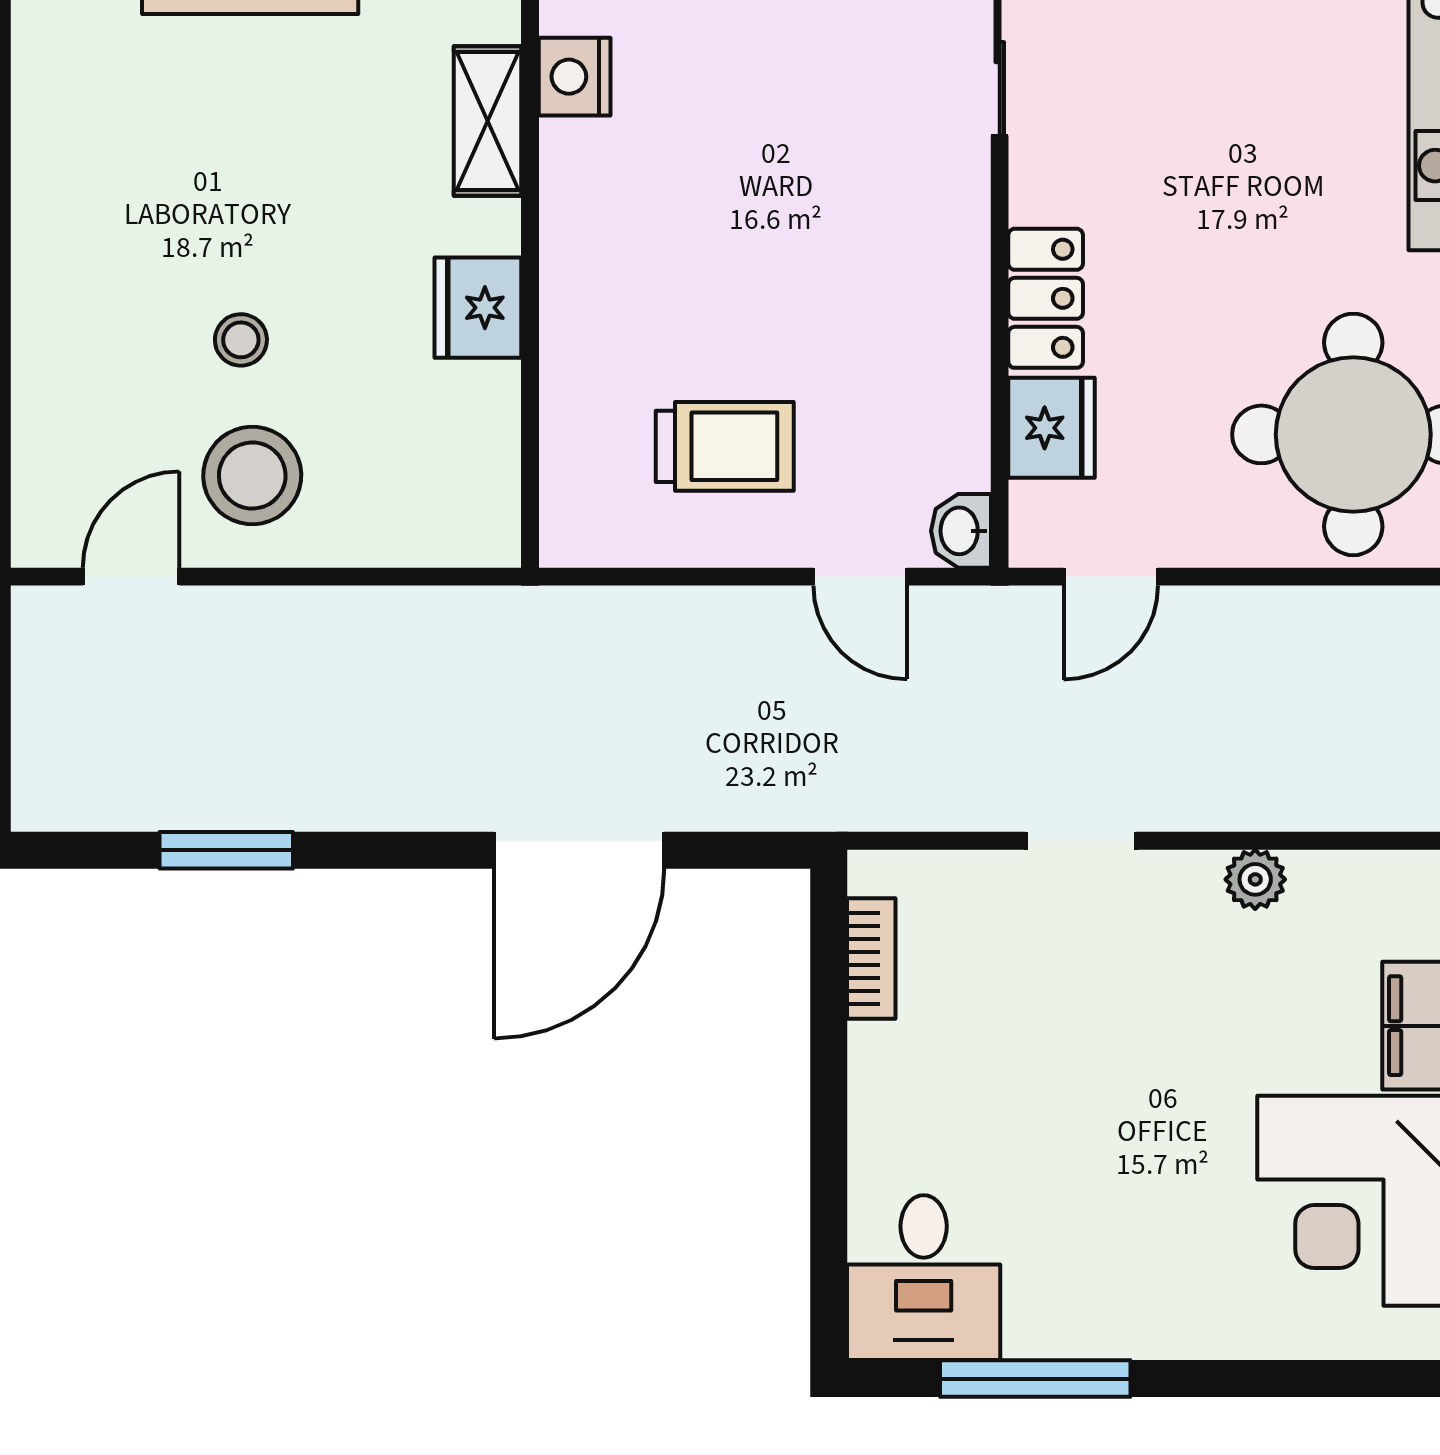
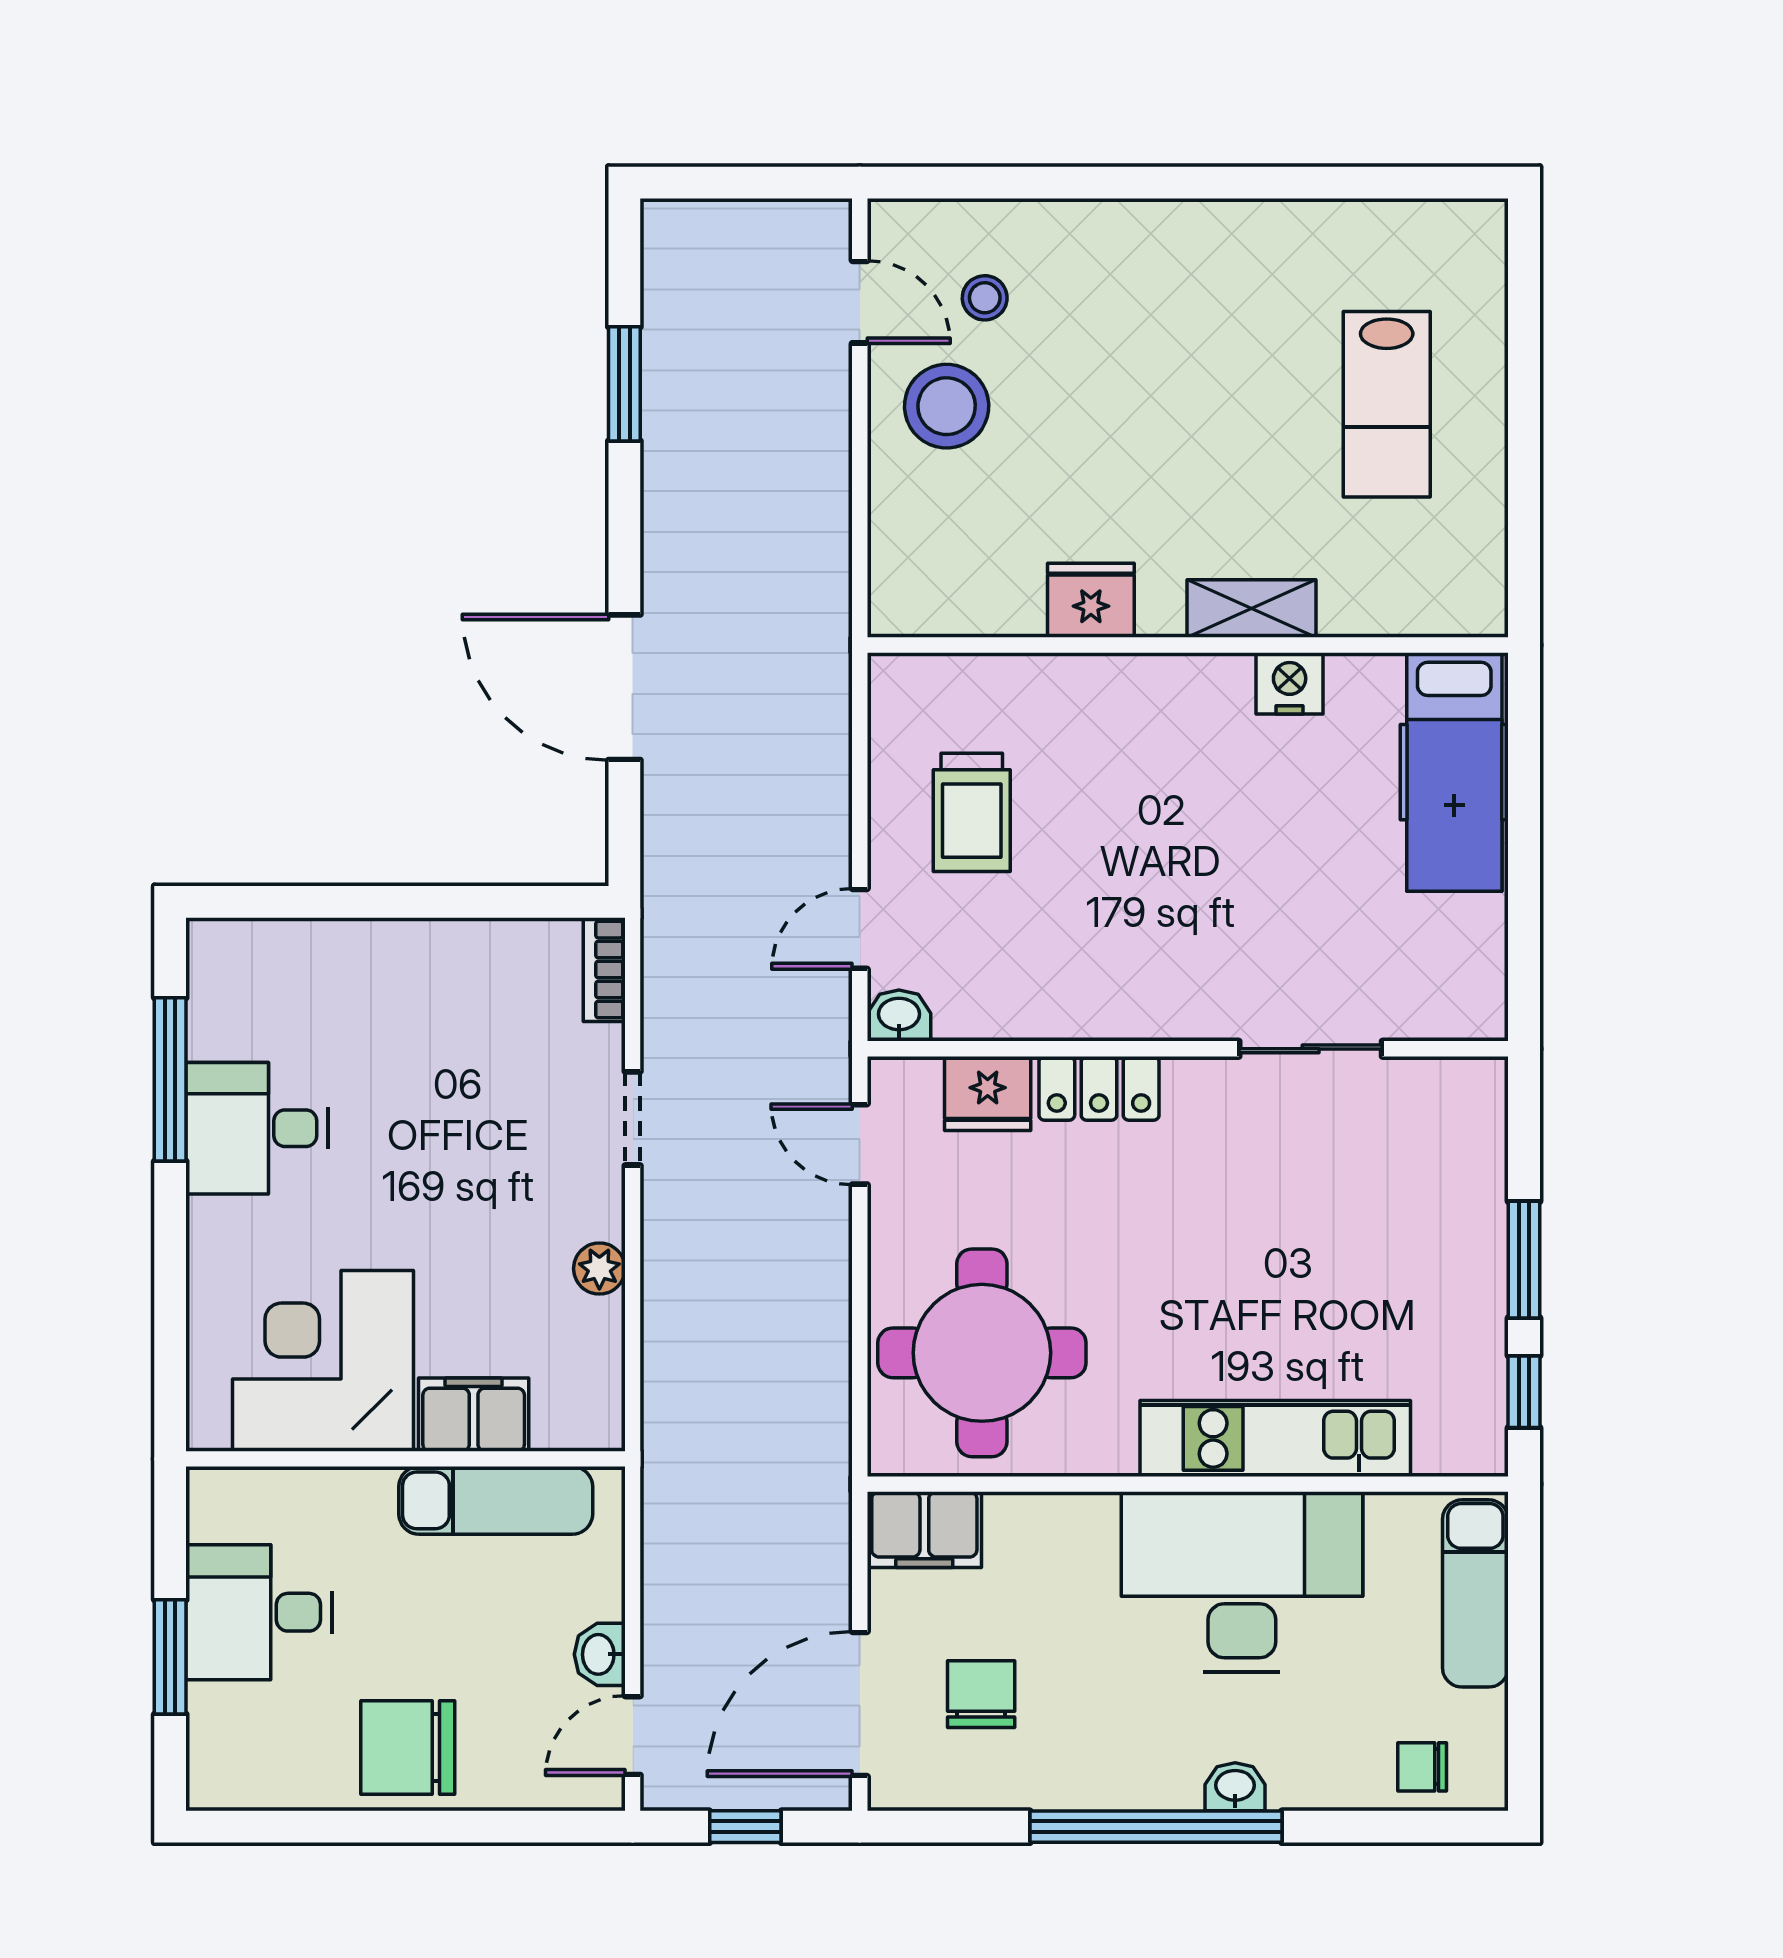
stool: (241, 340) -> (985, 298), moved
bookcase: (871, 959) -> (604, 970), moved, turned 90
desk: (924, 1278) -> (257, 1128), moved

